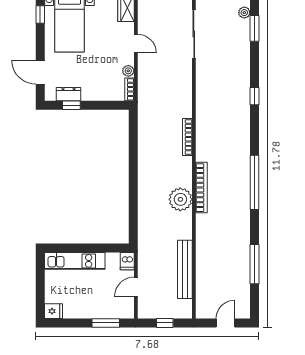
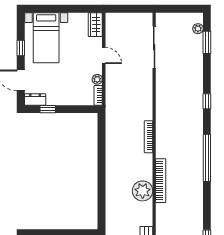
window: (40, 14) -> (21, 48), moved
dresser: (69, 94) -> (35, 99), moved
window: (255, 182) -> (207, 158), moved

